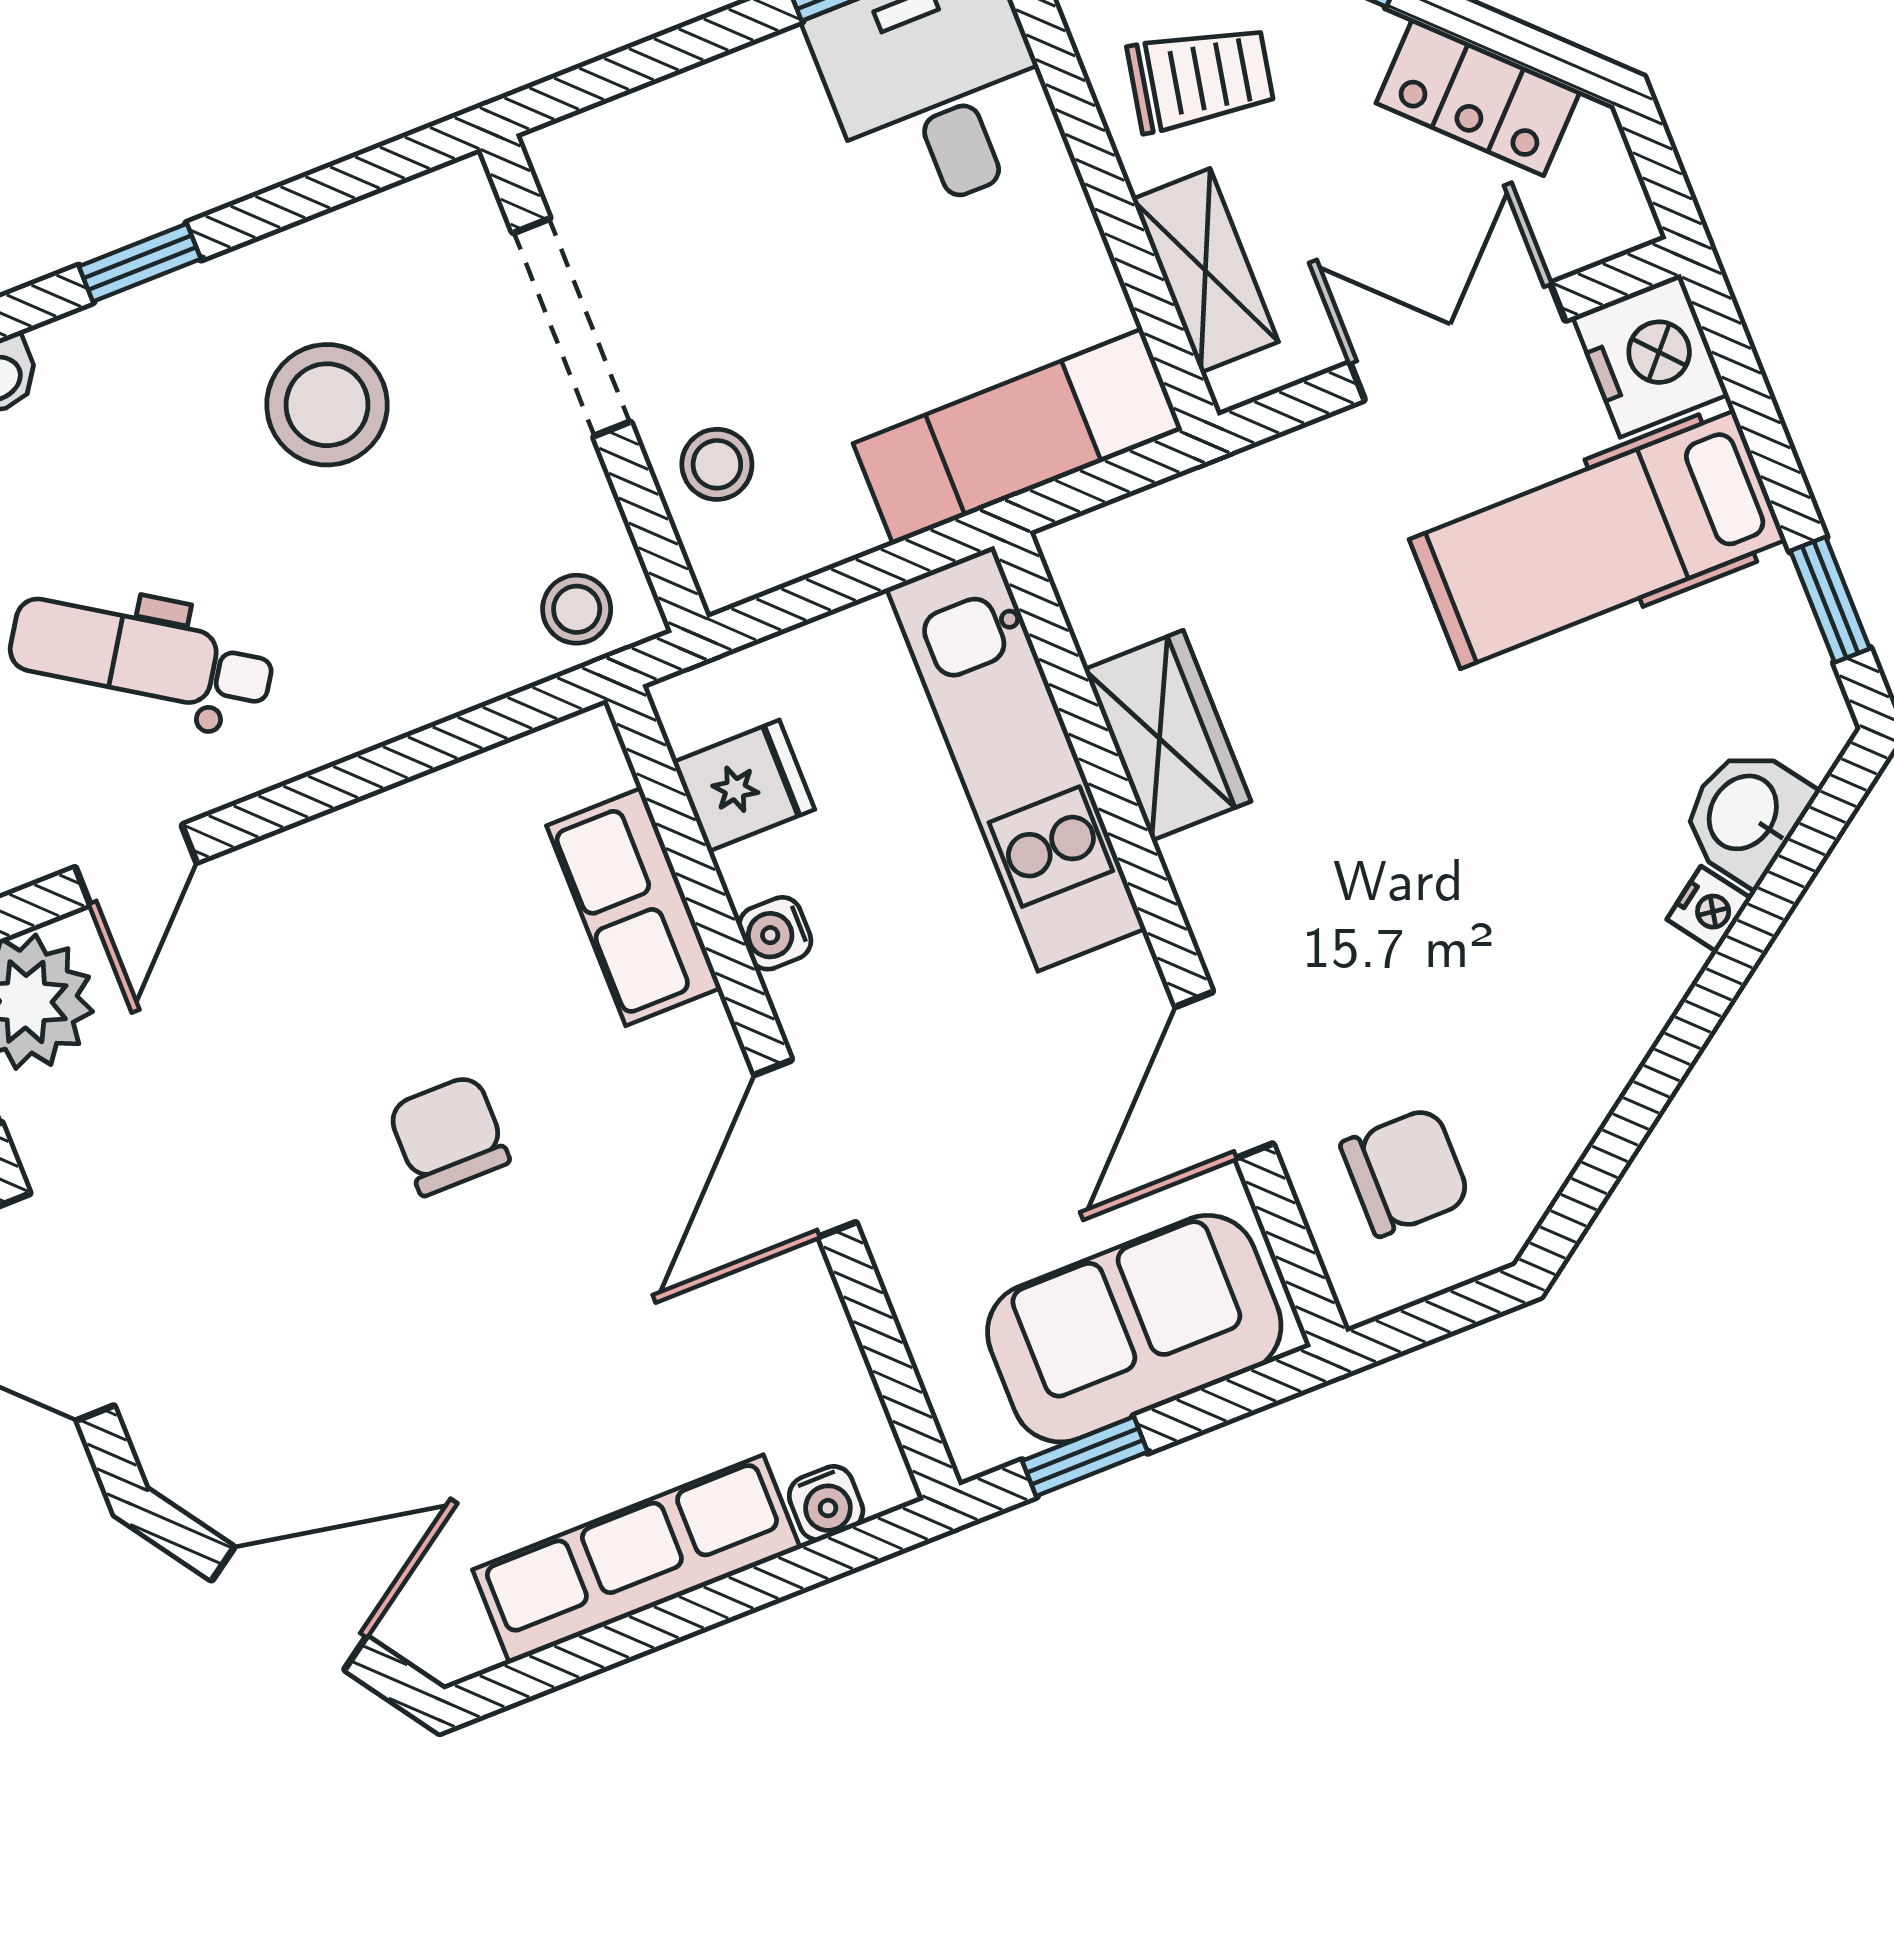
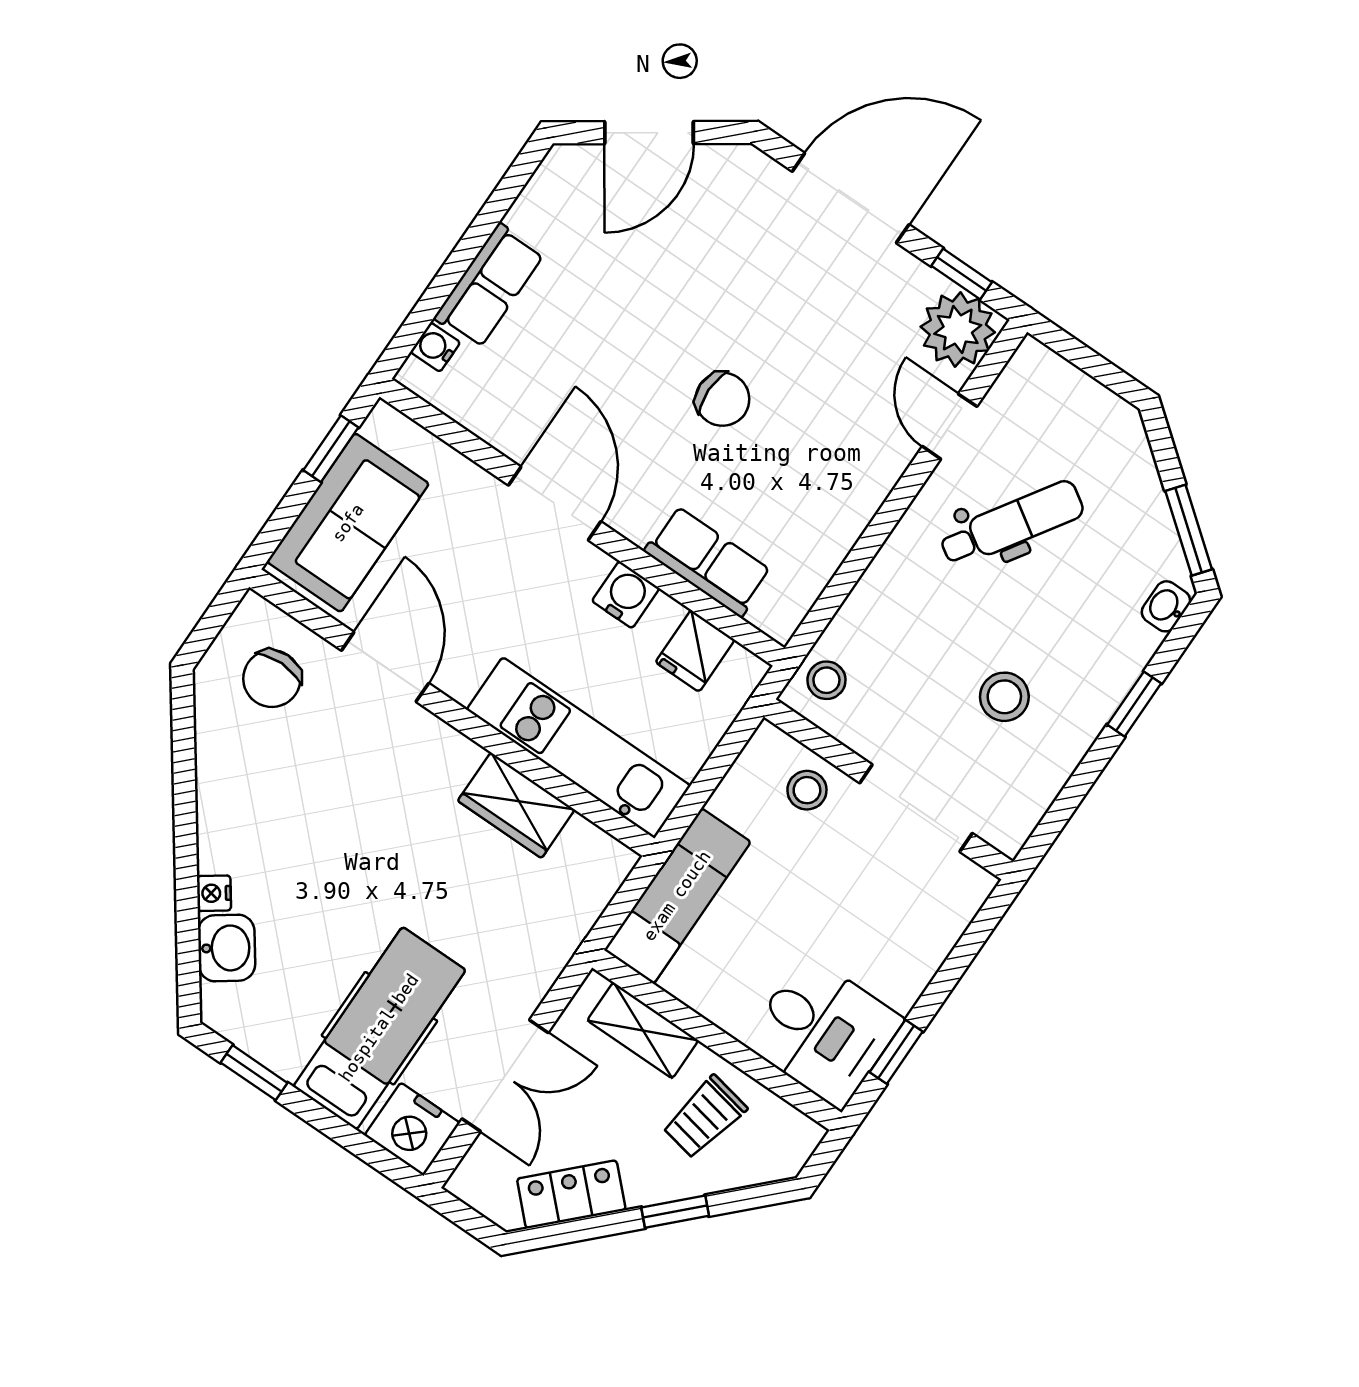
stool: (327, 405) -> (1004, 697), width x0.73, depth x0.73
water cooler: (775, 933) -> (626, 595), width x1.38, depth x1.38
row of seats: (636, 1559) -> (489, 286), width x0.68

